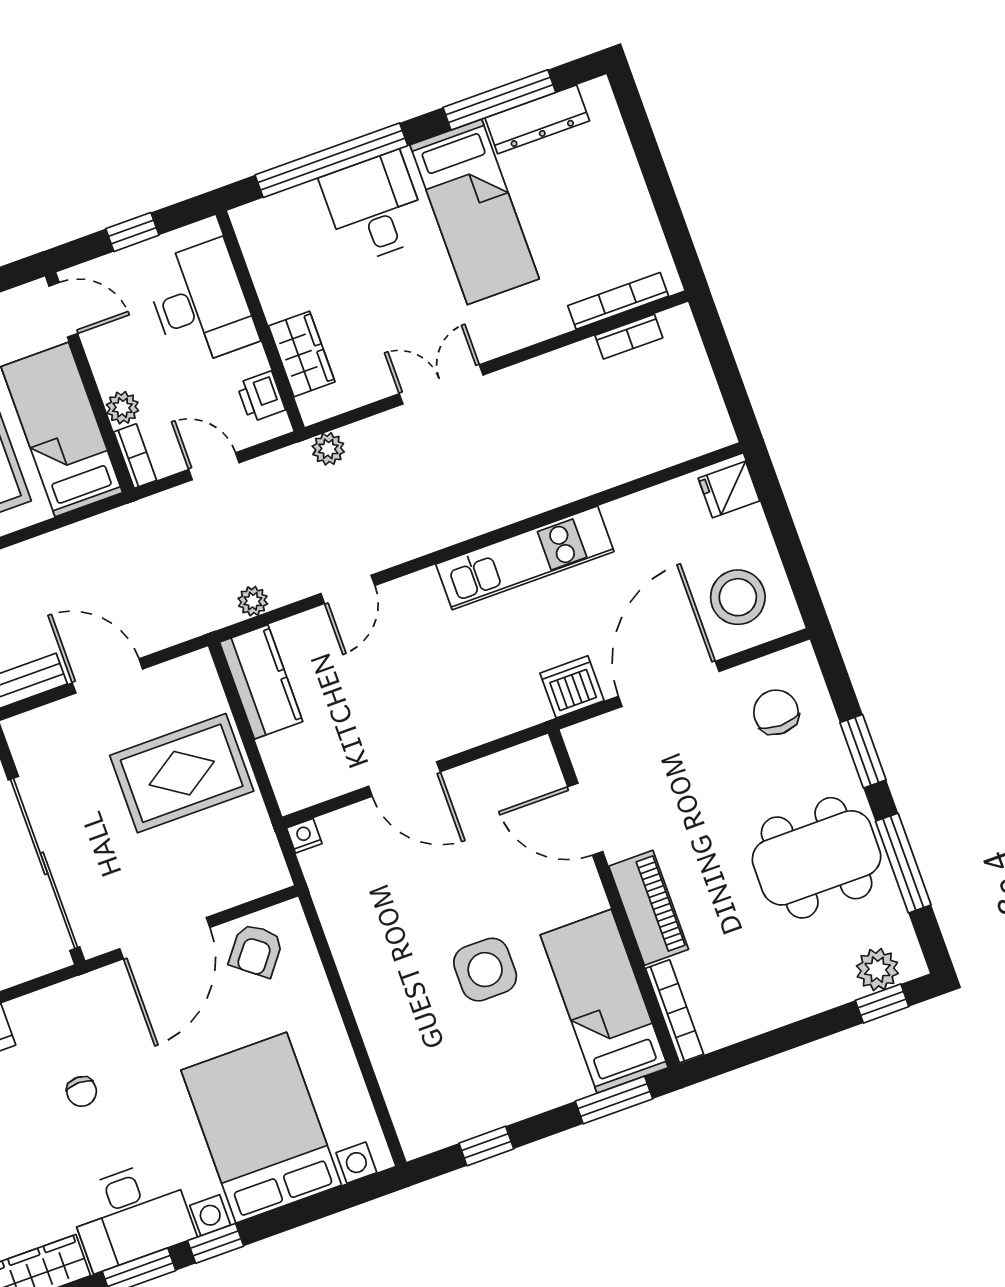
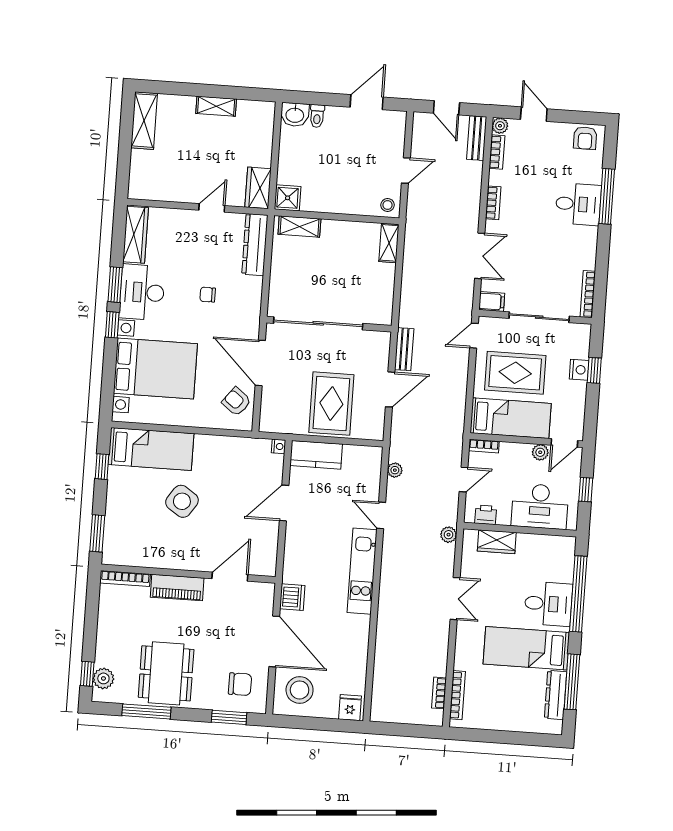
plant: (123, 408) -> (540, 452), moved
kitchen unit: (525, 558) -> (362, 571), moved
kitchen counter: (261, 682) -> (316, 455), moved
window: (863, 751) -> (229, 717), moved
side table: (485, 970) -> (182, 501), turned 34
bed: (604, 1001) -> (151, 449), moved

